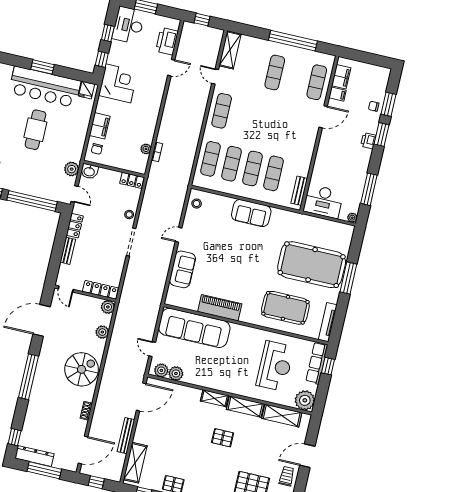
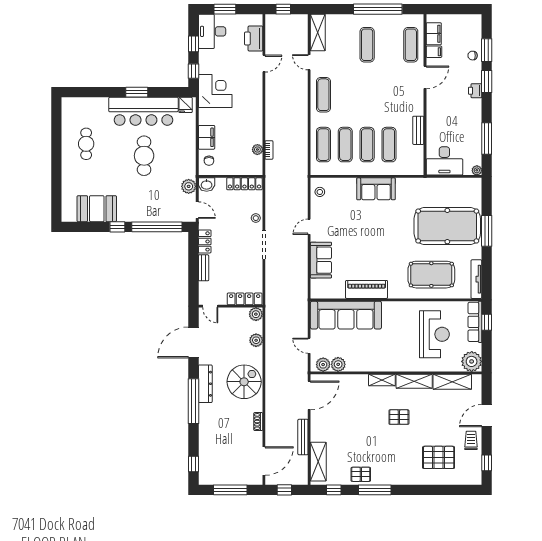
locker: (132, 180) -> (244, 184), width x1.53
bench: (299, 191) -> (418, 130), moved
dresser: (34, 456) -> (205, 384), moved, turned 90

